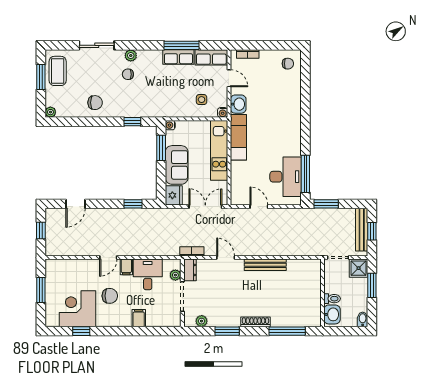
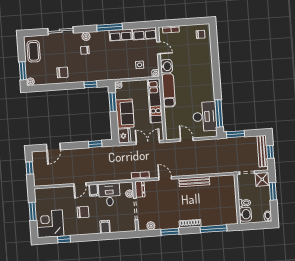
window: (181, 45) -> (110, 27), moved
window: (41, 77) -> (23, 71), moved
corner desk: (78, 309) -> (50, 224), moved

